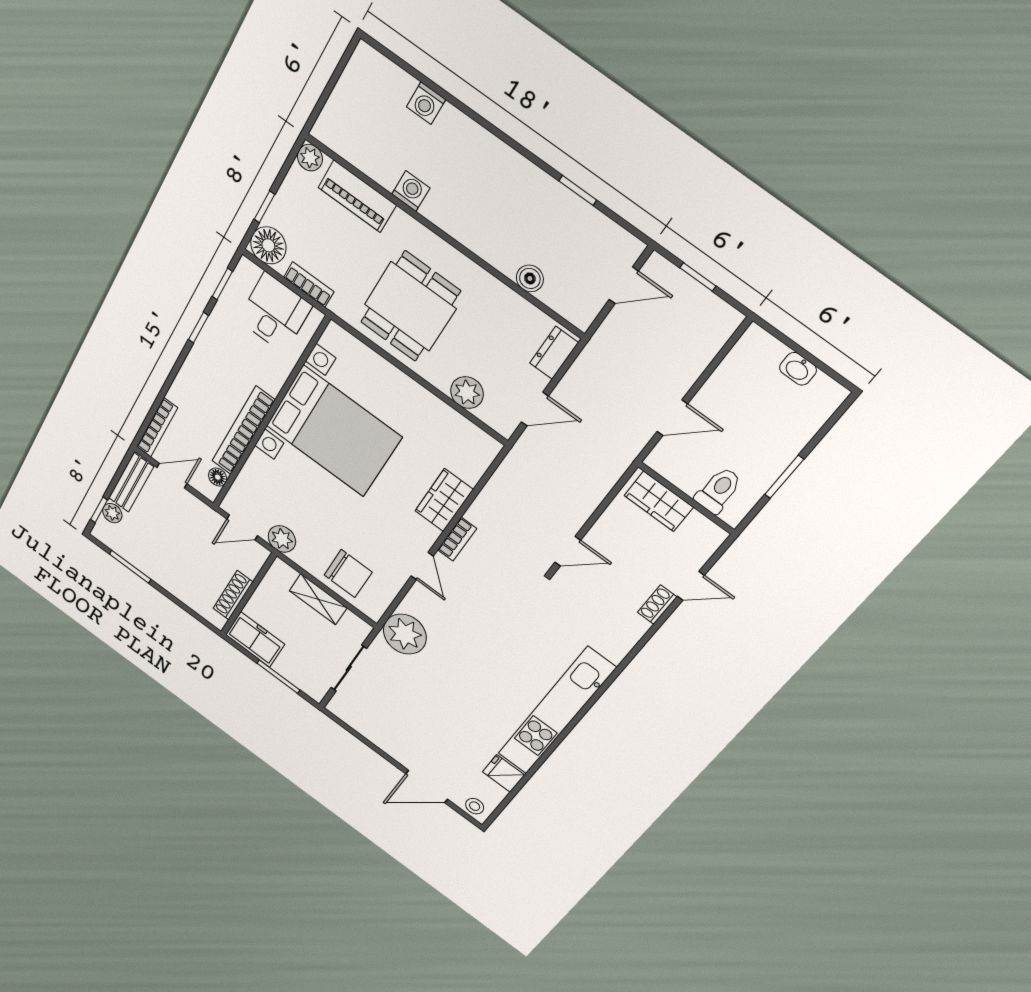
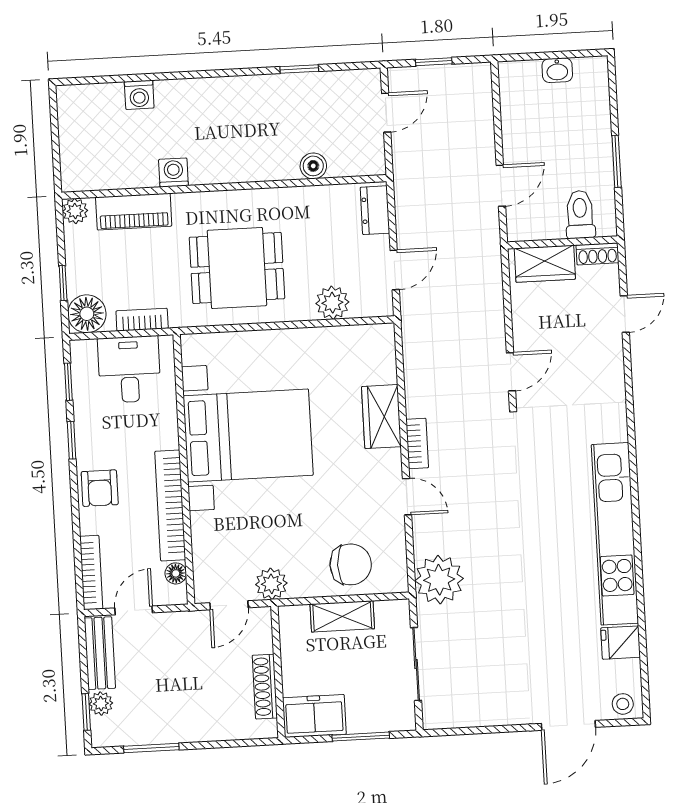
dining table: (410, 306) -> (237, 268), turned 90
armchair: (199, 377) -> (100, 488), added
shoe rack: (657, 605) -> (597, 254), moved, turned -90

